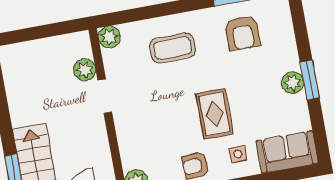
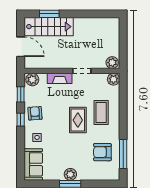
plant: (85, 70) -> (112, 63), moved
rug: (214, 114) -> (78, 120), moved, turned 90
fireplace: (125, 133) -> (60, 78), added

